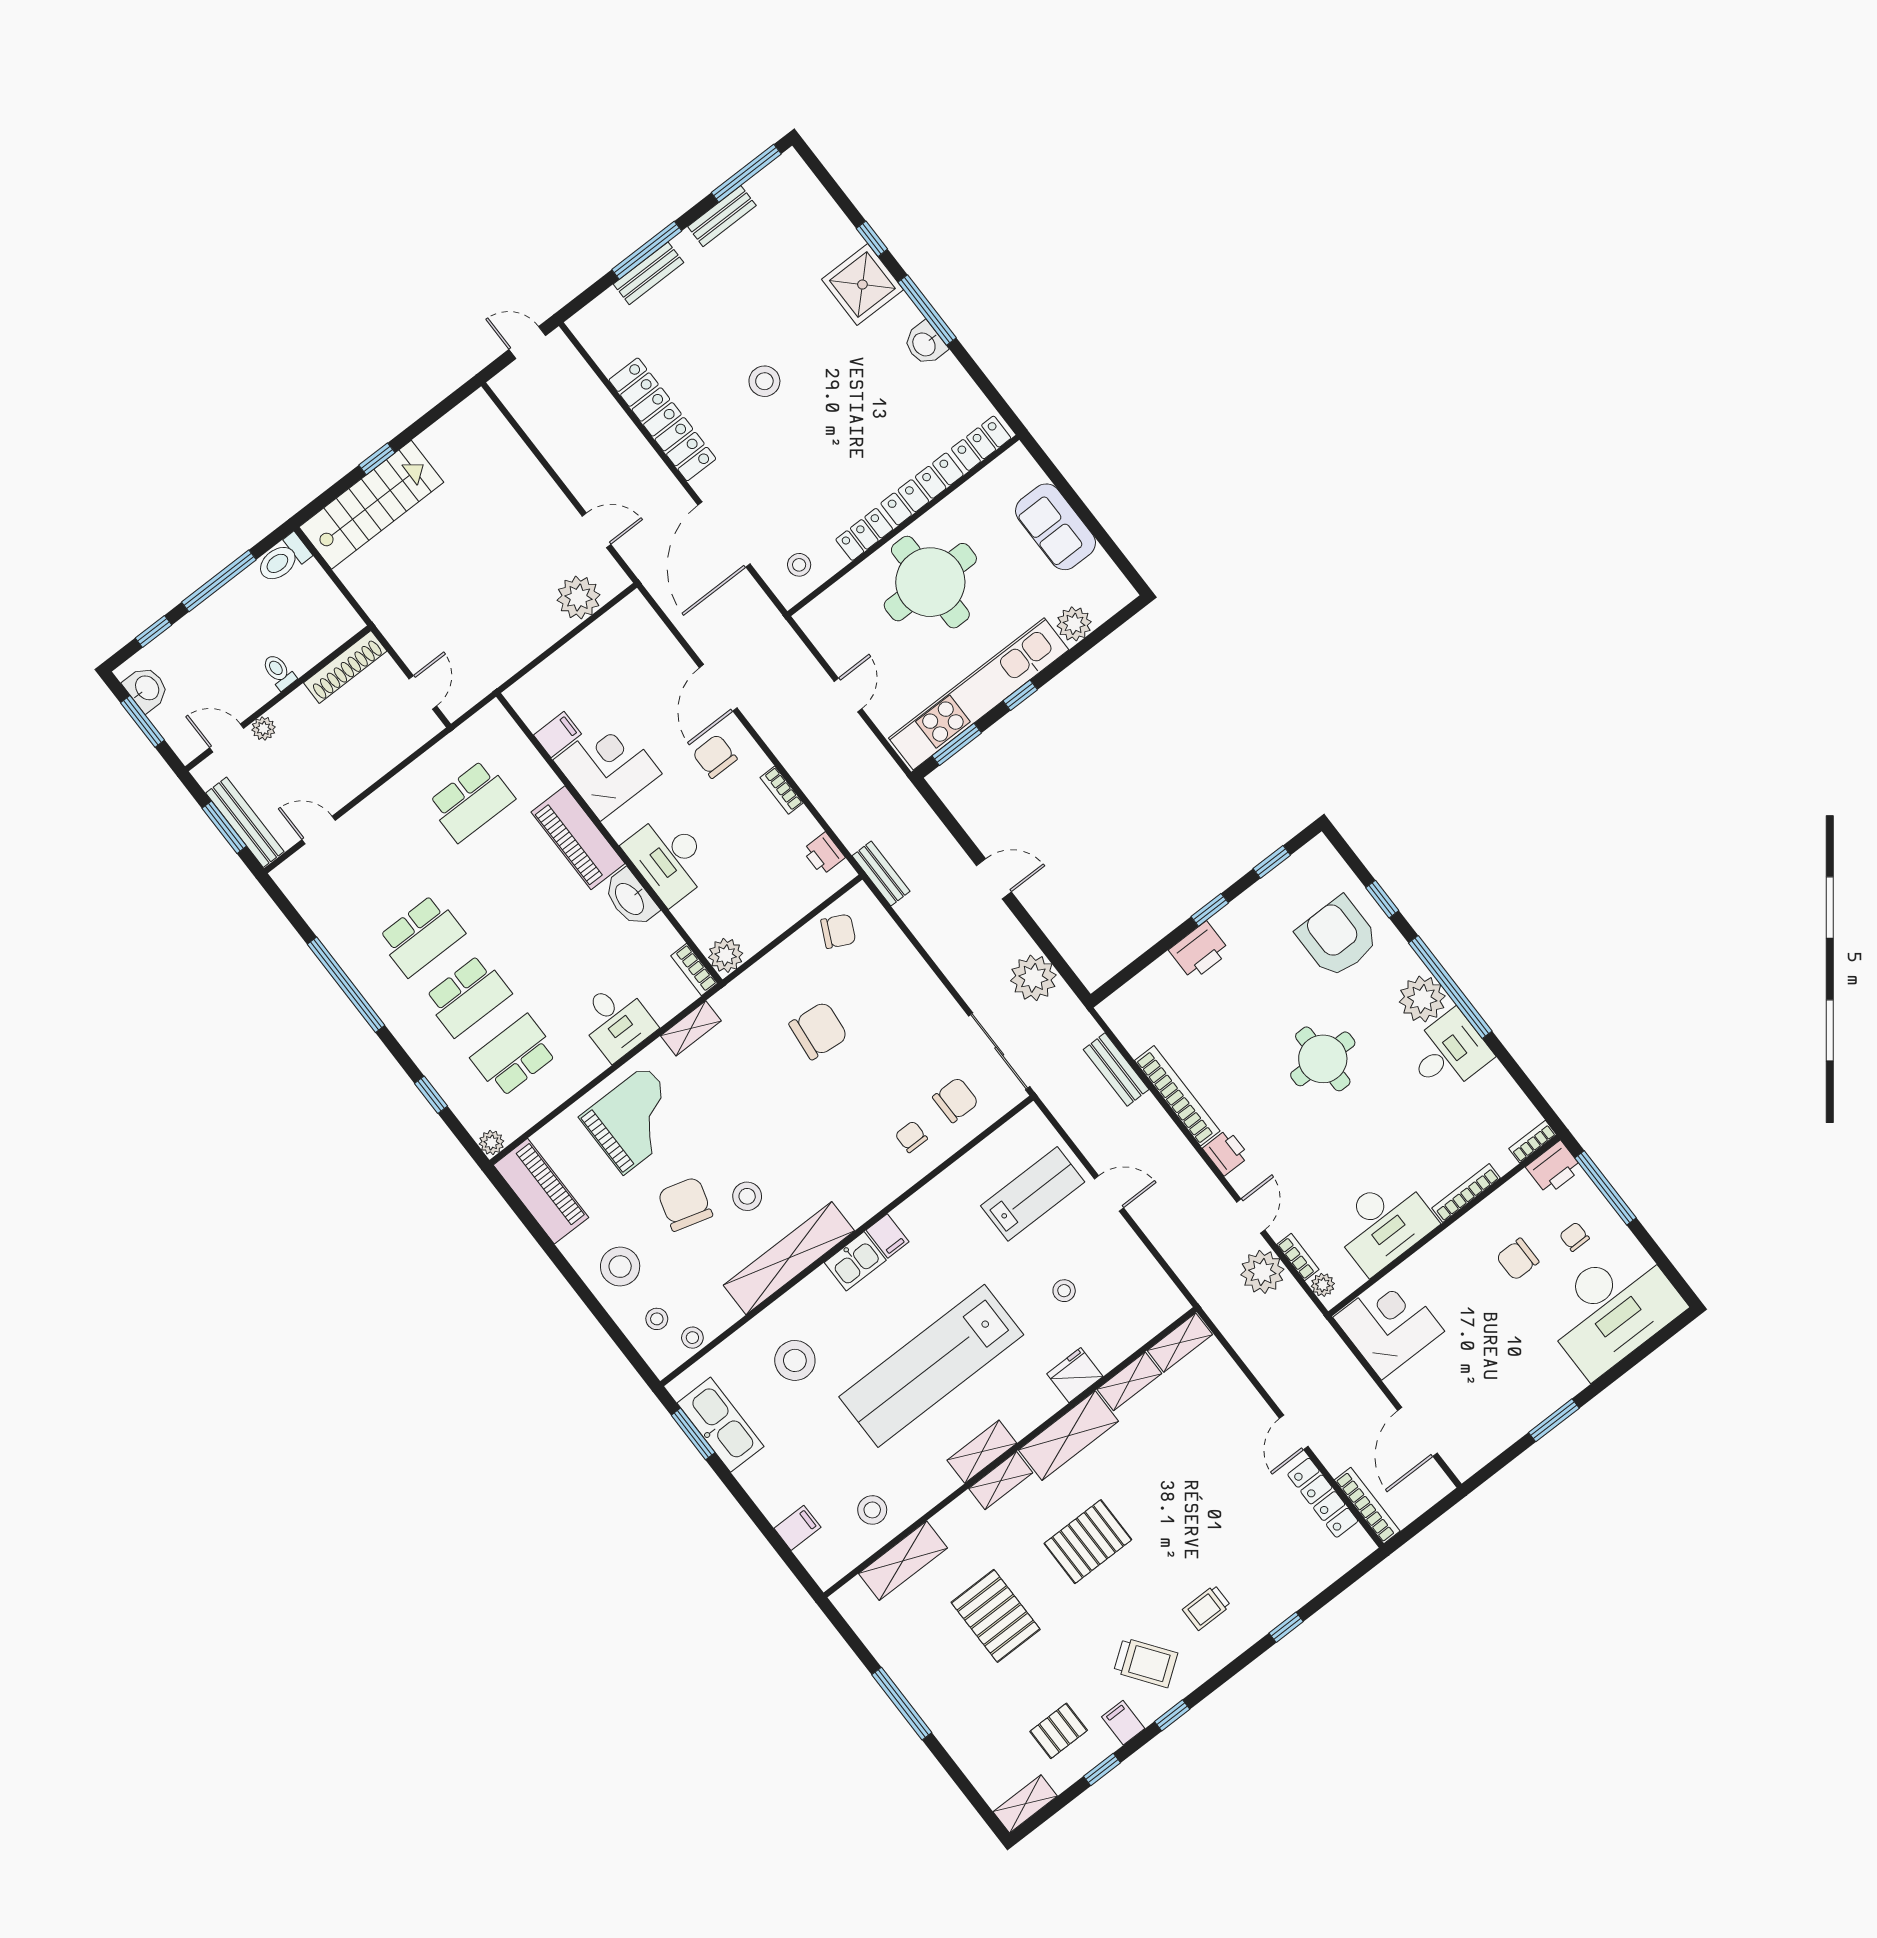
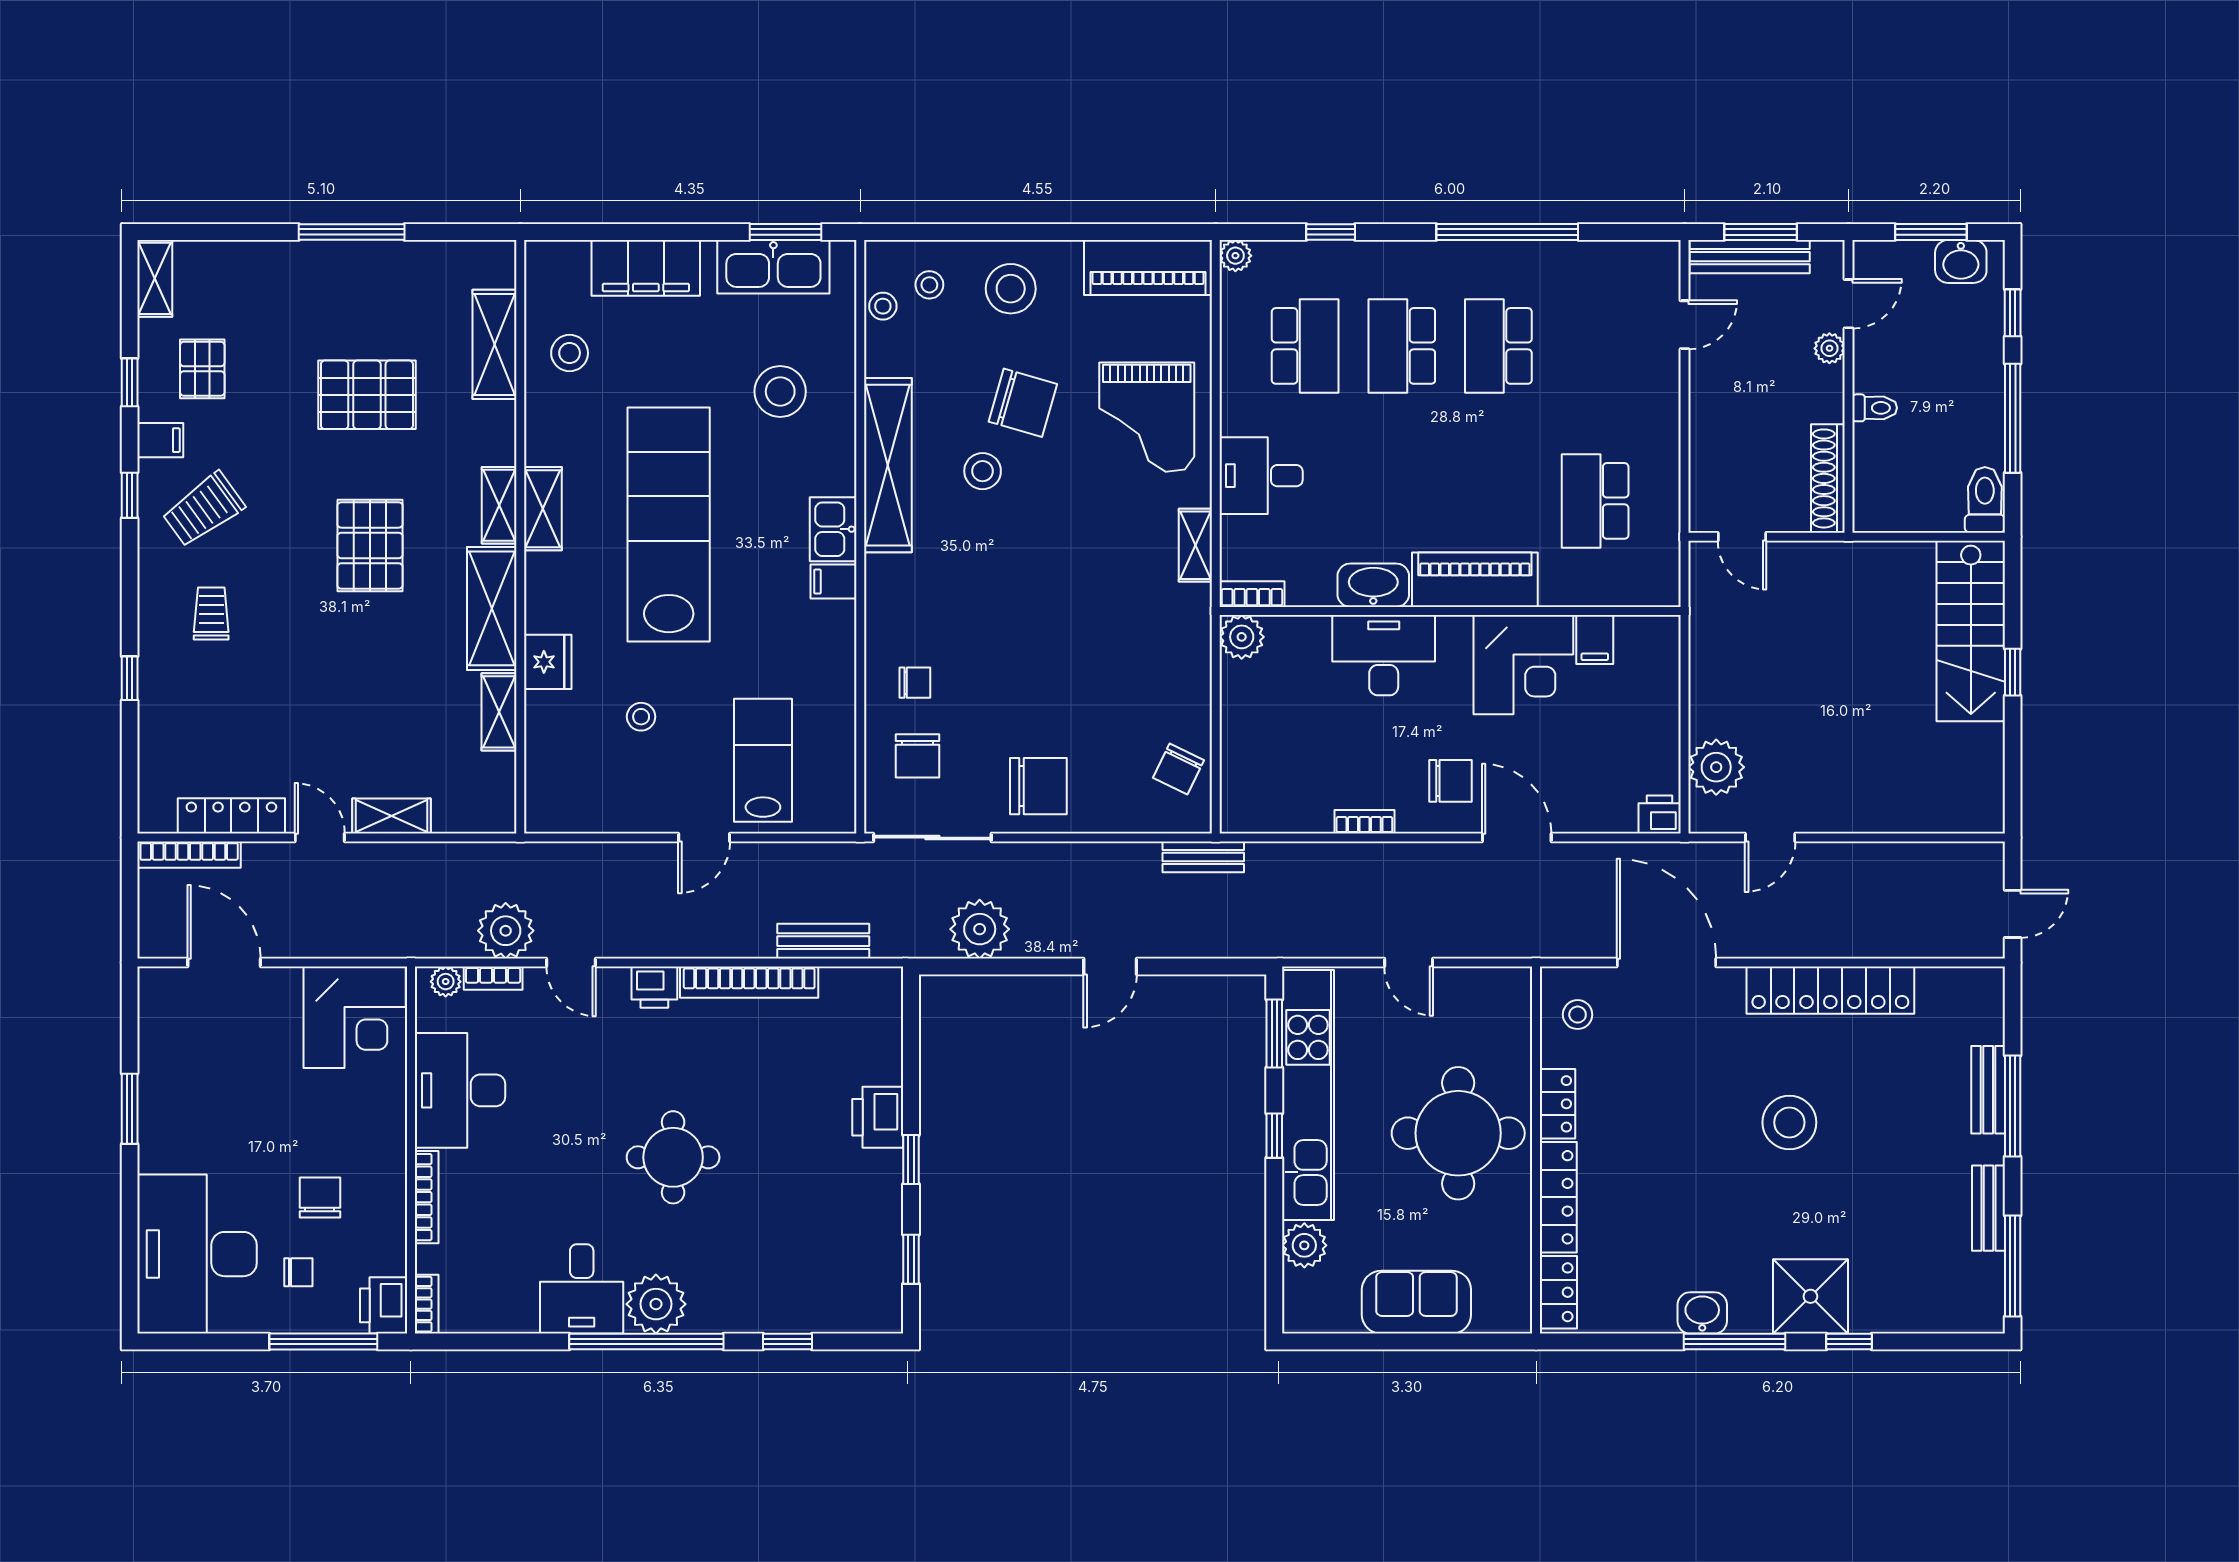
stool: (764, 381) -> (1789, 1122), width x1.38, depth x1.38
printer: (824, 854) -> (1660, 814), moved
armchair: (1338, 937) -> (784, 1267), removed
chair: (818, 1030) -> (1038, 786), moved, turned -96
lab bench: (1033, 1194) -> (763, 760), turned 180
shelving: (1180, 1343) -> (392, 816), moved, turned 90
filing cabinet: (797, 1528) -> (646, 268), width x3.00, depth x1.17

